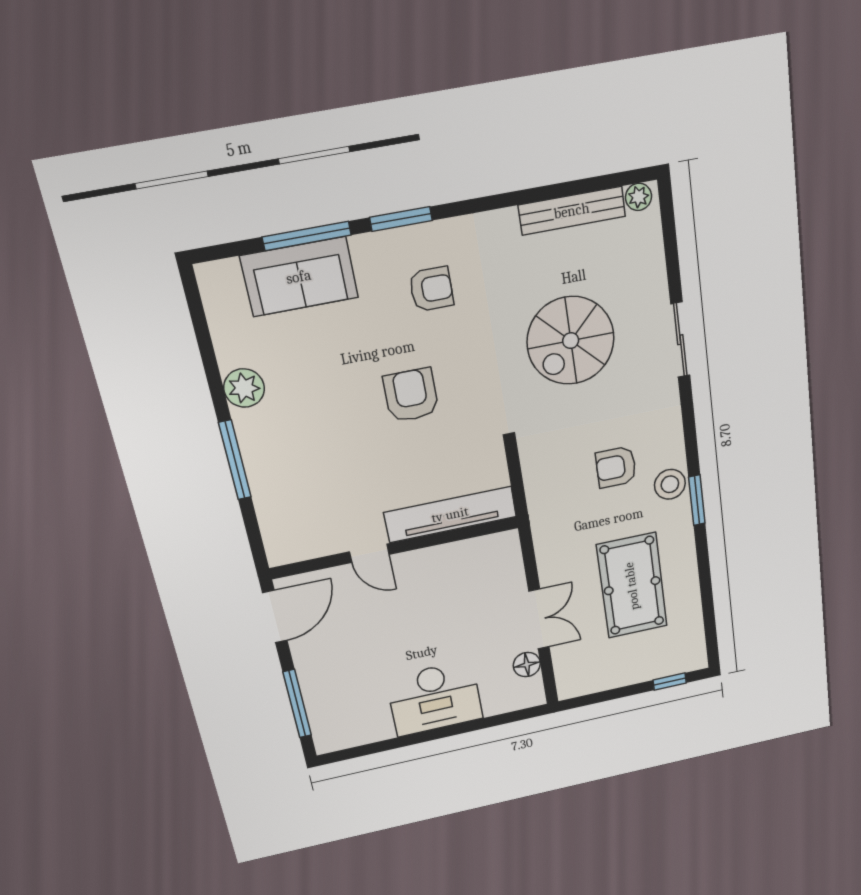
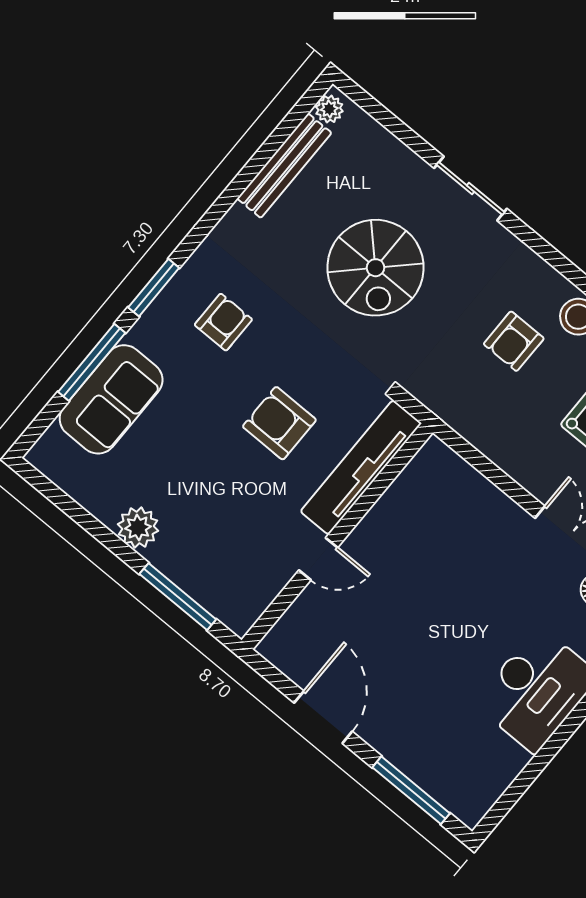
tv unit: (450, 515) -> (361, 467), moved
wall: (395, 548) -> (337, 536), moved
door: (369, 553) -> (318, 559), moved

